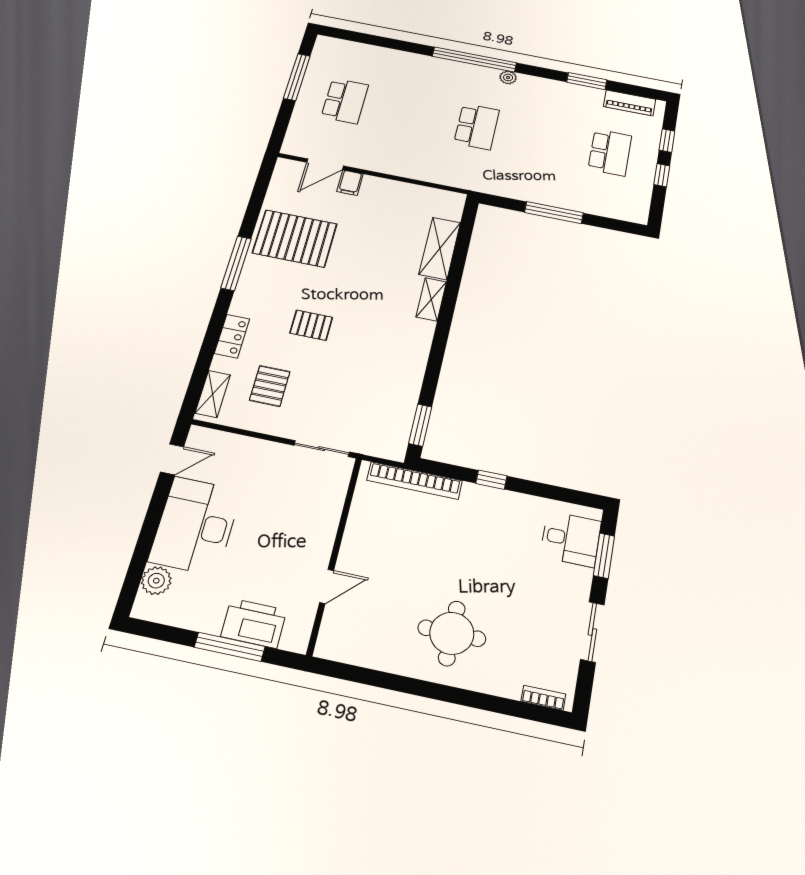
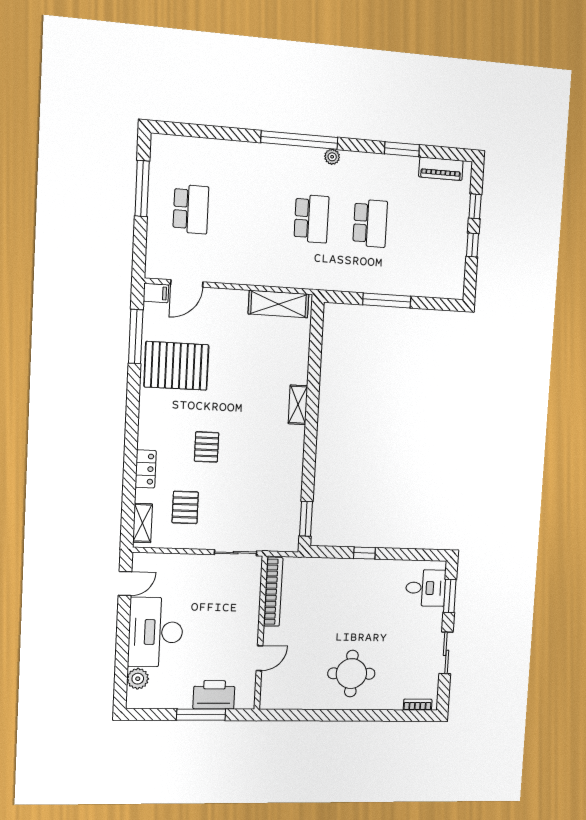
school desk: (610, 152) -> (370, 223), moved
filing cabinet: (350, 183) -> (156, 293), moved, turned -90
shelving: (440, 248) -> (279, 304), moved, turned 90
window: (236, 263) -> (136, 336), moved
pallet: (311, 325) -> (207, 447), turned 90
bookcase: (415, 481) -> (273, 592), moved, turned -90

